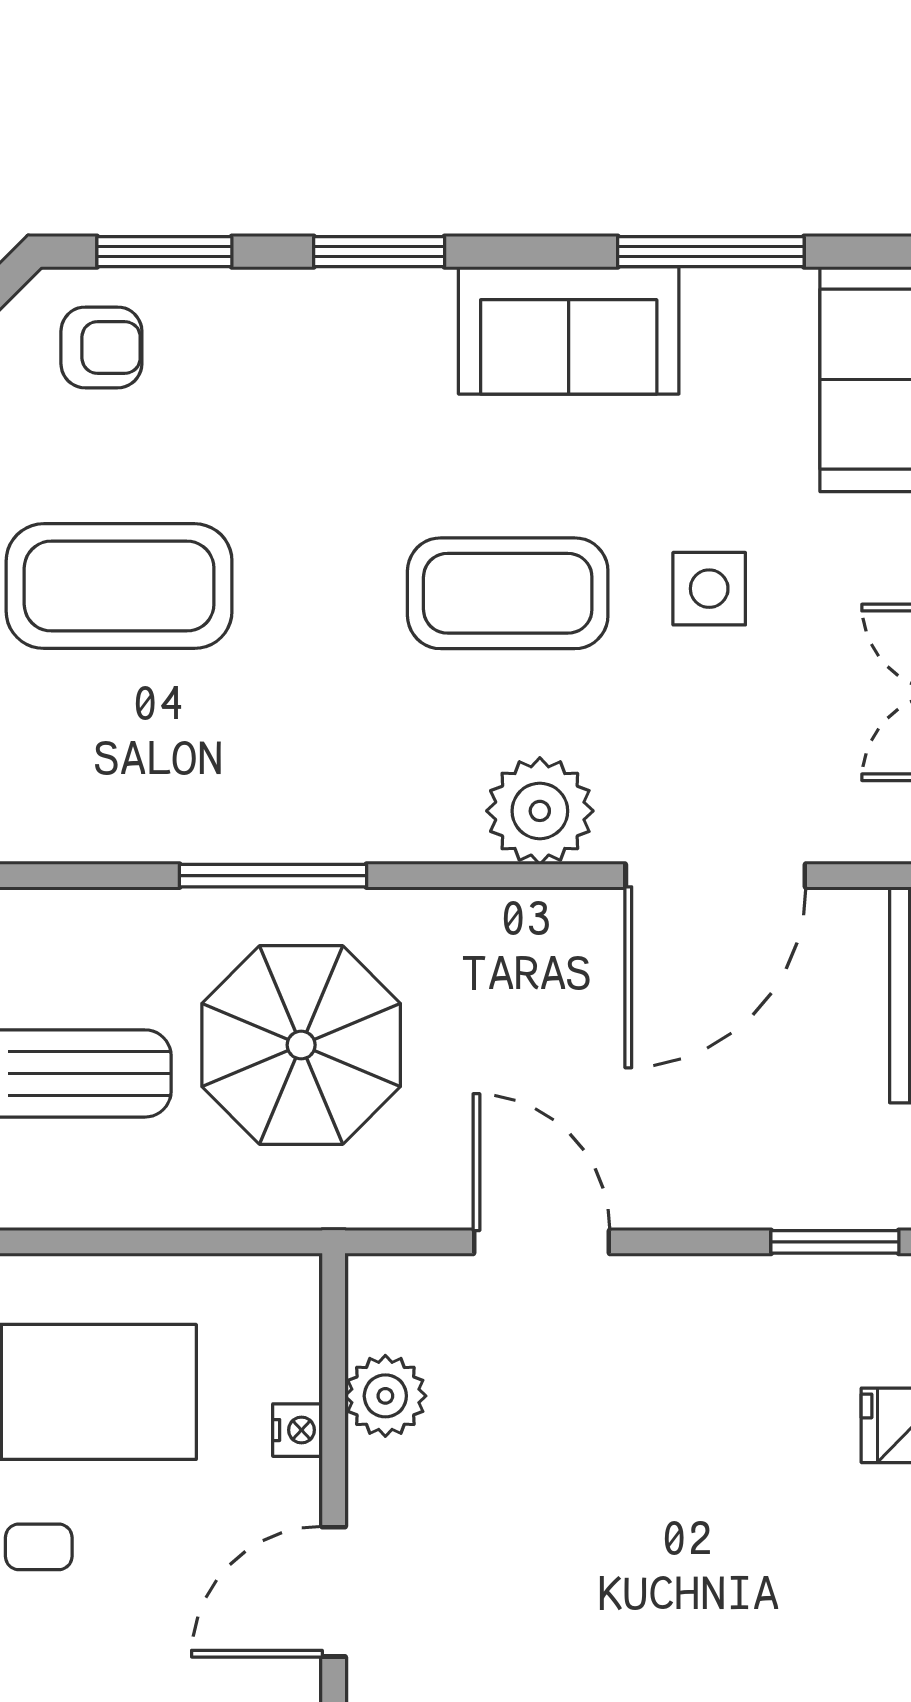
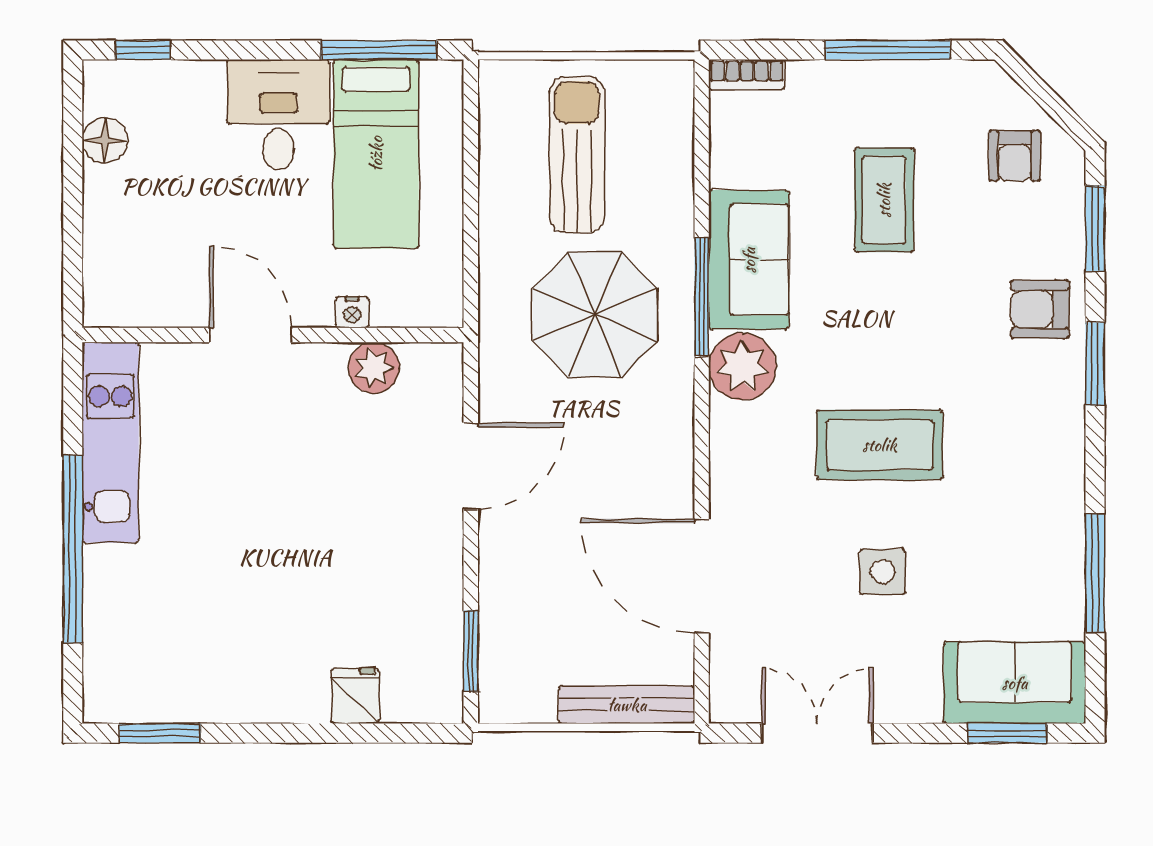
sofa: (569, 330) -> (749, 260), moved, turned 180
armchair: (293, 339) -> (1040, 309), added
armchair: (101, 347) -> (1015, 156), moved
coffee table: (119, 586) -> (884, 200), width x0.73, depth x0.76
coffee table: (508, 593) -> (880, 445), turned 90
plant: (540, 811) -> (742, 366), moved

